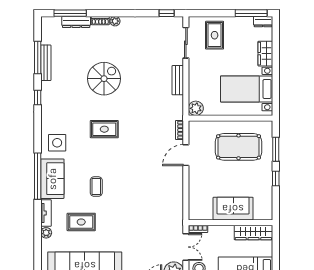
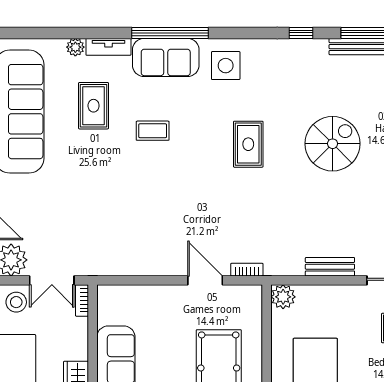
spiral stairs: (104, 79) -> (333, 144), turned -90

